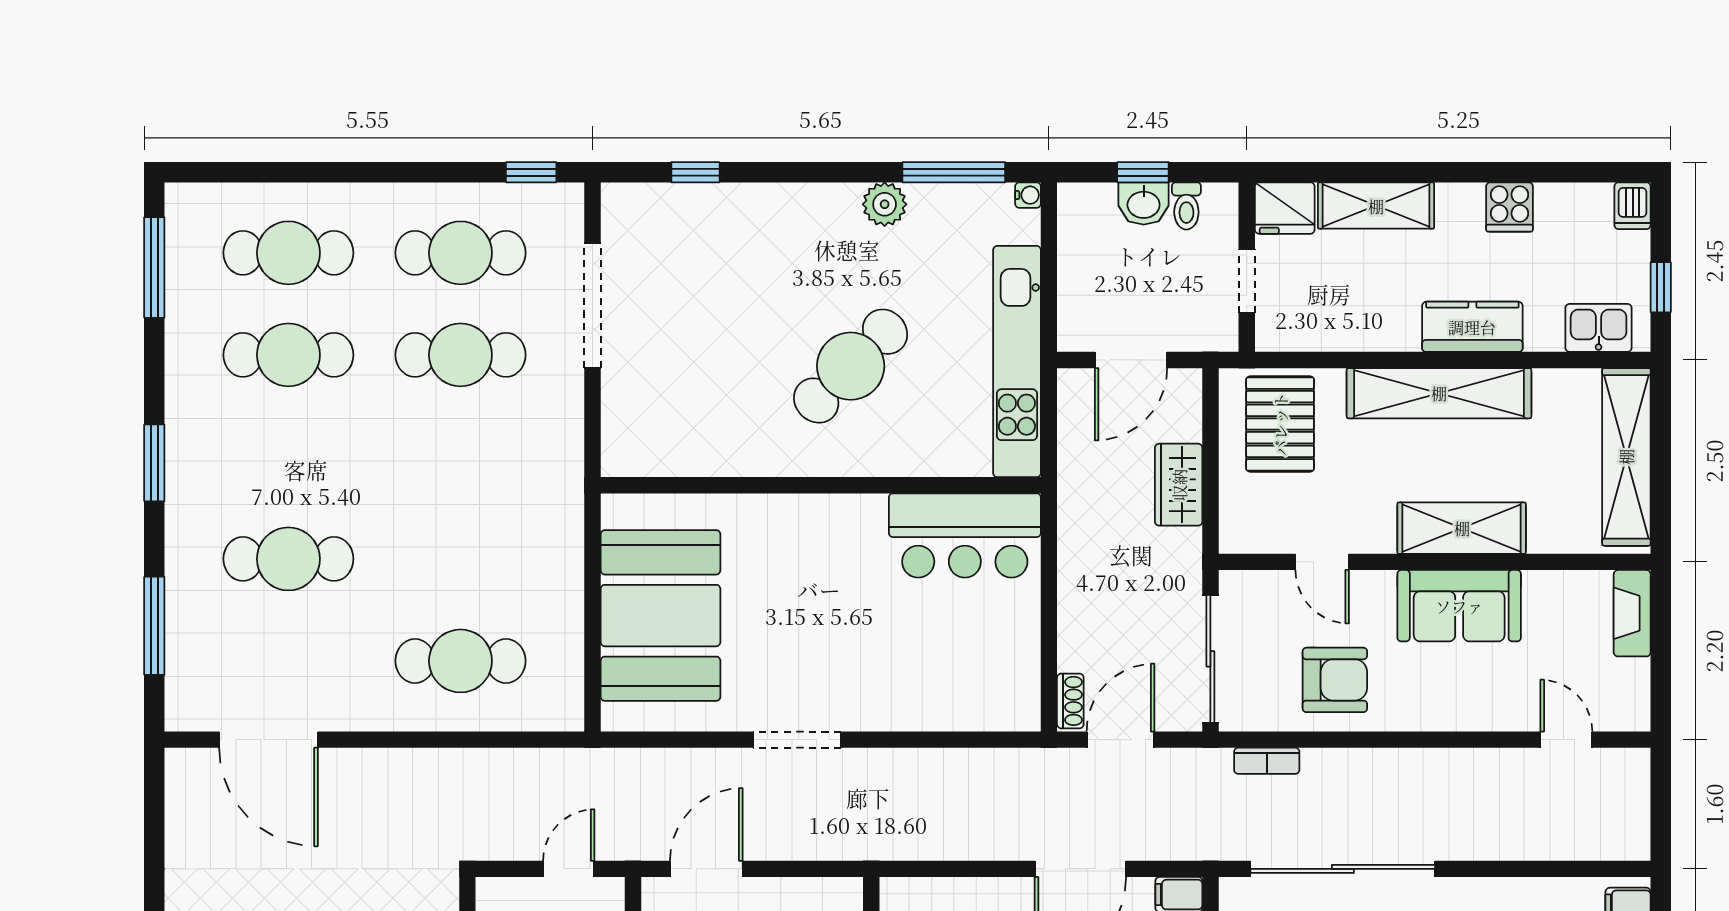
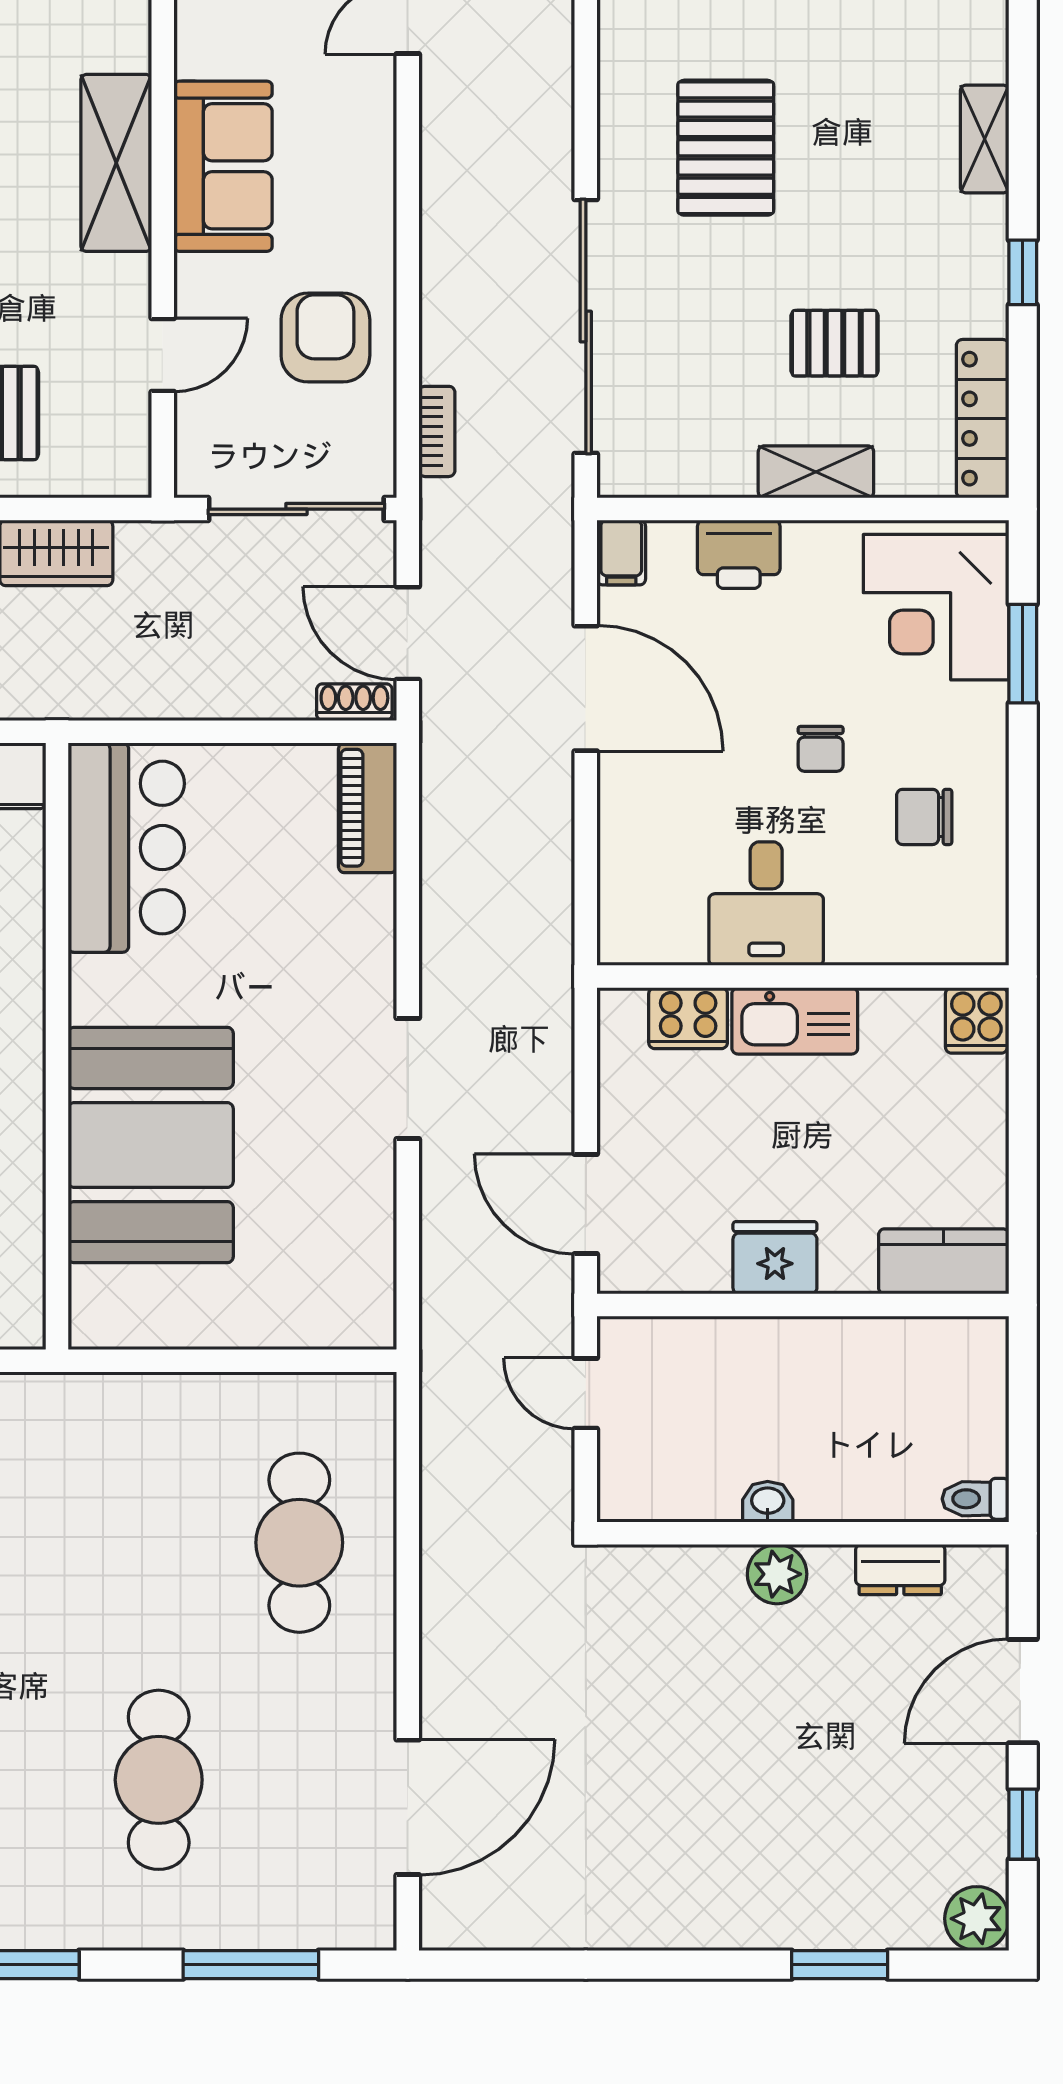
booth: (661, 616) -> (151, 1145), moved, turned 90
piano: (994, 710) -> (367, 808), added

